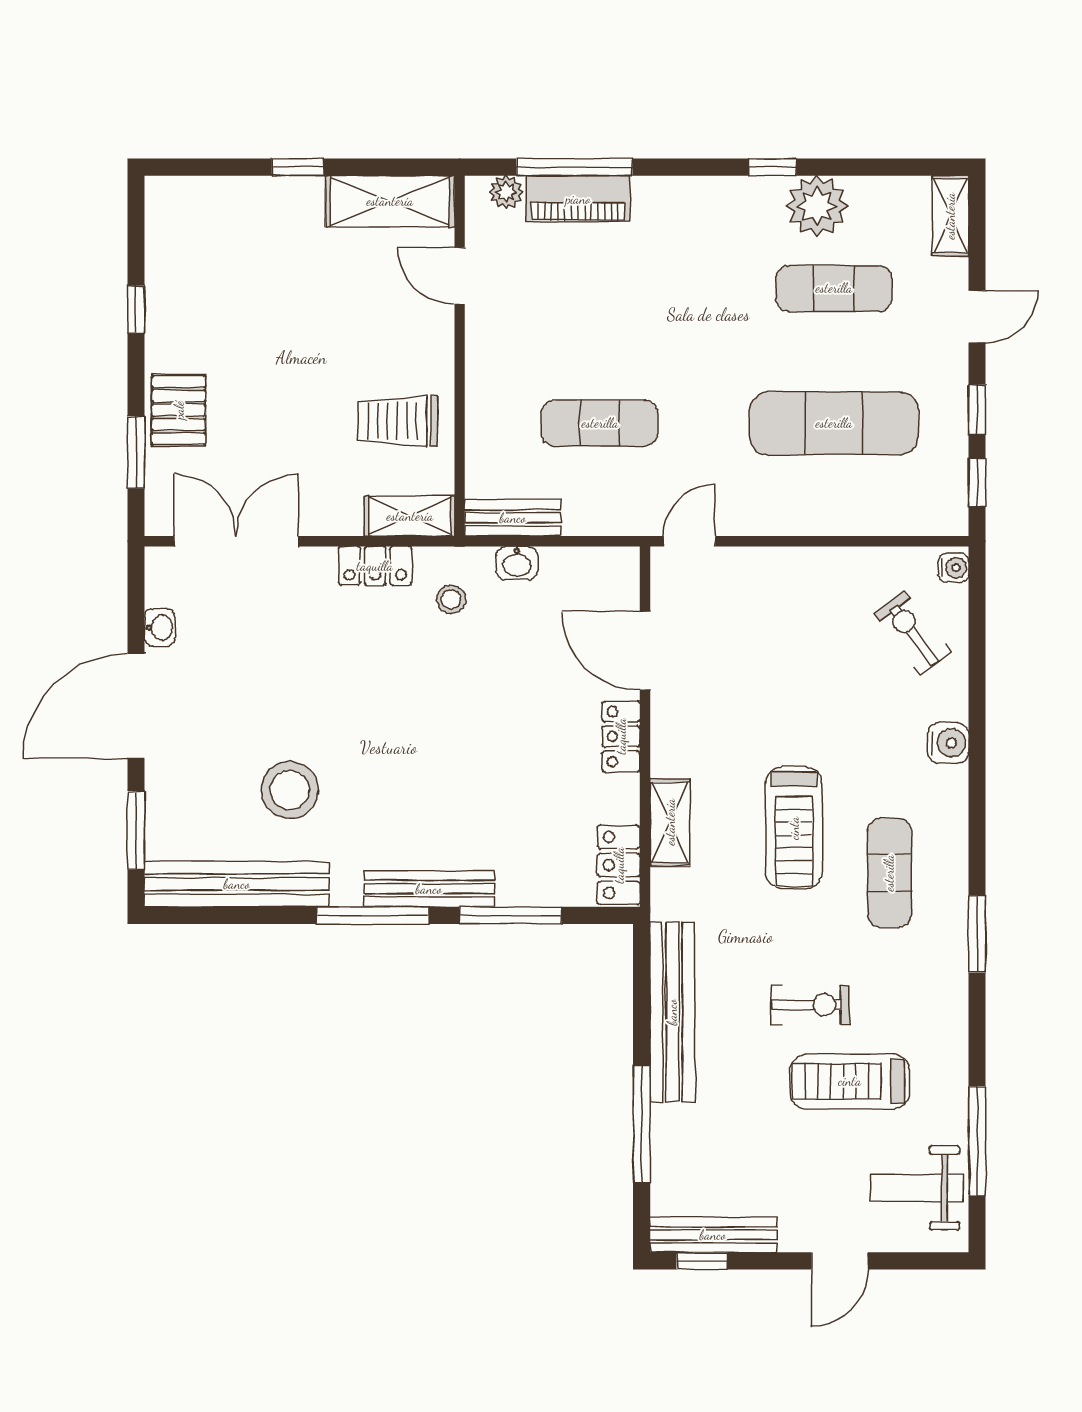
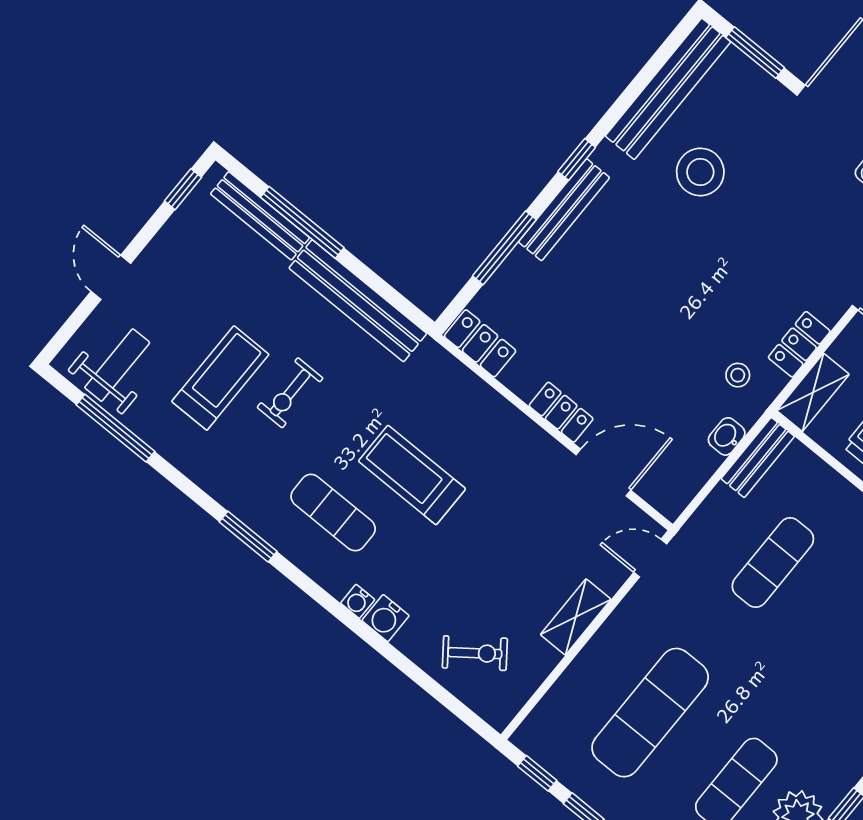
door: (689, 541) -> (650, 558), swing flipped
water cooler: (954, 568) -> (358, 601), moved
shelving: (670, 822) -> (576, 617), moved, turned 90
window: (373, 915) -> (577, 159), width x0.46
bench: (713, 1235) -> (260, 216), moved, turned 90

